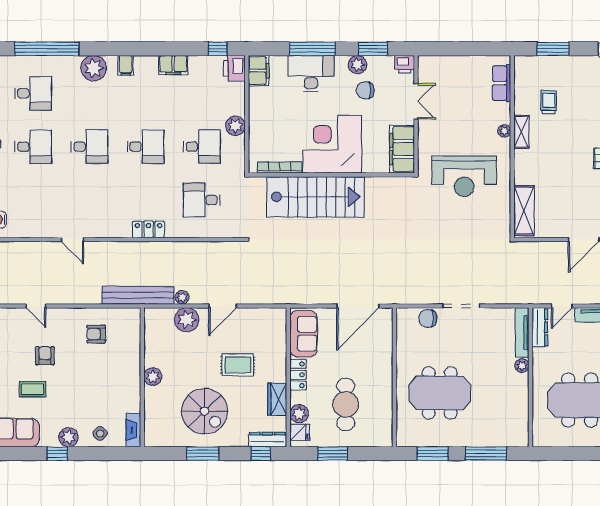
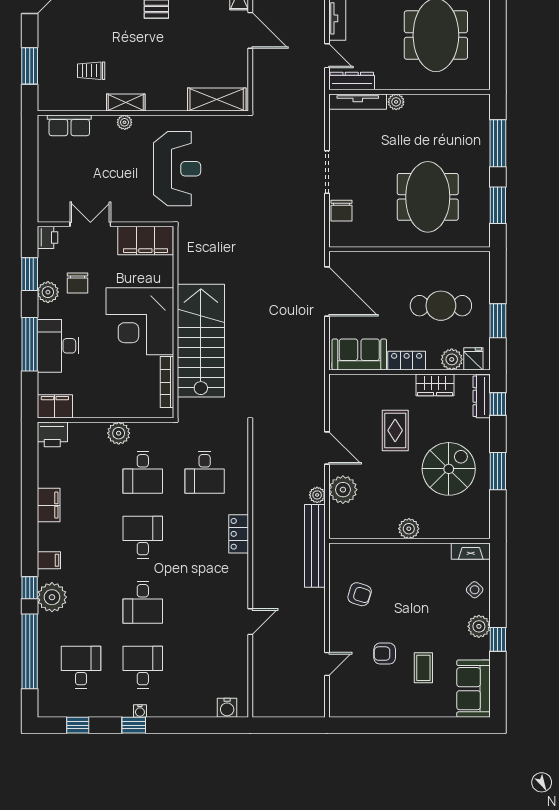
window: (218, 49) -> (30, 588), moved
desk: (89, 147) -> (143, 602), turned 180
desk: (202, 147) -> (143, 472), turned 180
armchair: (96, 334) -> (360, 594), turned -73

